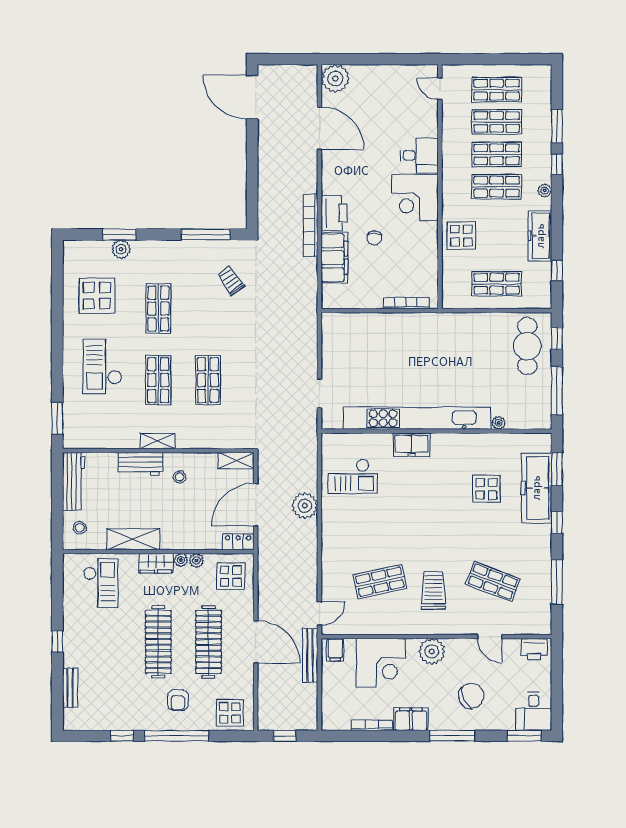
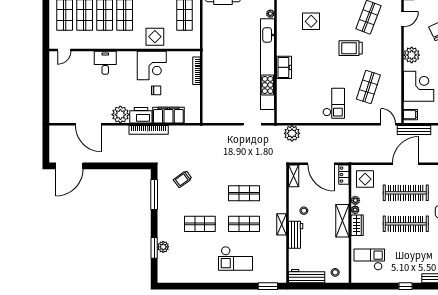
plant: (335, 79) -> (120, 115), moved
door: (319, 128) -> (88, 124), swing flipped
corner desk: (415, 198) -> (152, 65), moved
display table: (97, 296) -> (192, 262), removed
checkout: (353, 476) -> (334, 103), moved
plant: (305, 506) -> (292, 133), moved
shelving: (133, 539) -> (342, 221), moved
shop shelf: (380, 582) -> (368, 87), turned 30
trolley: (433, 590) -> (351, 48), moved

